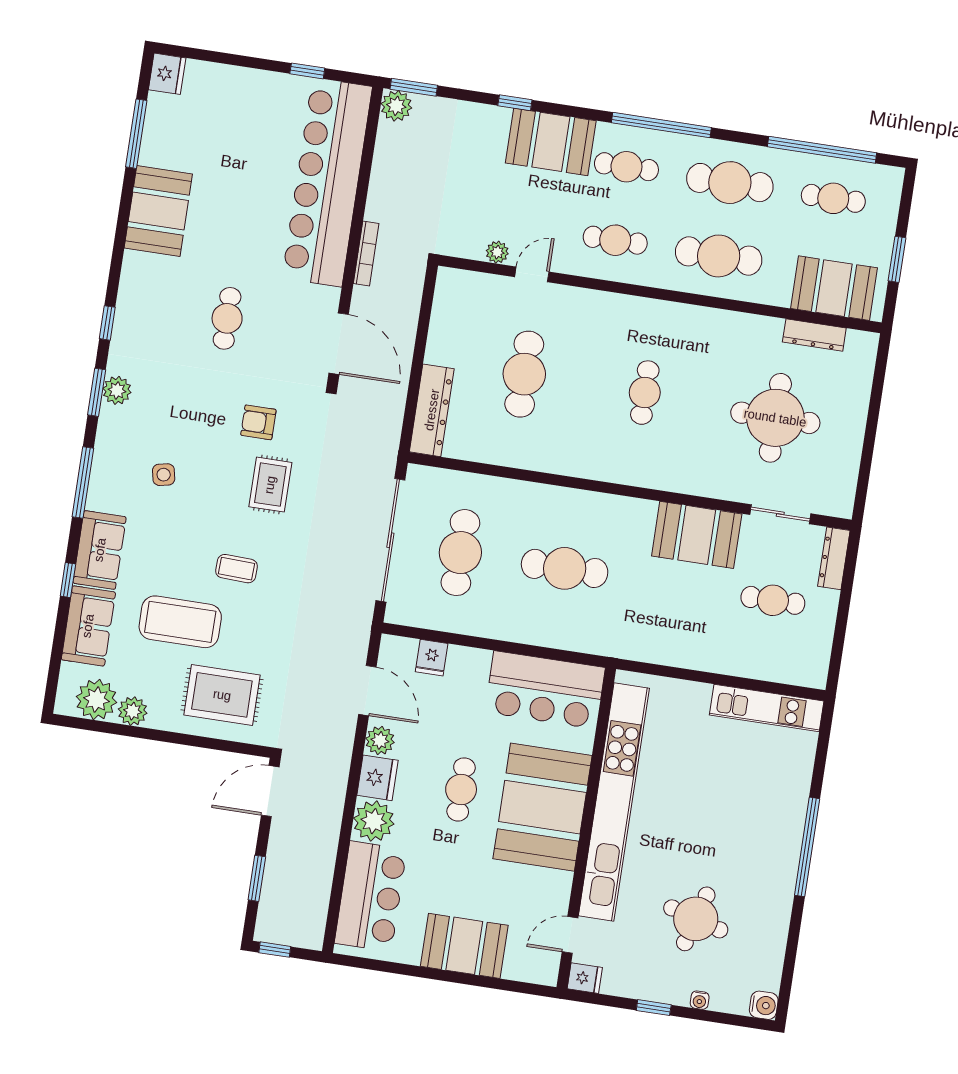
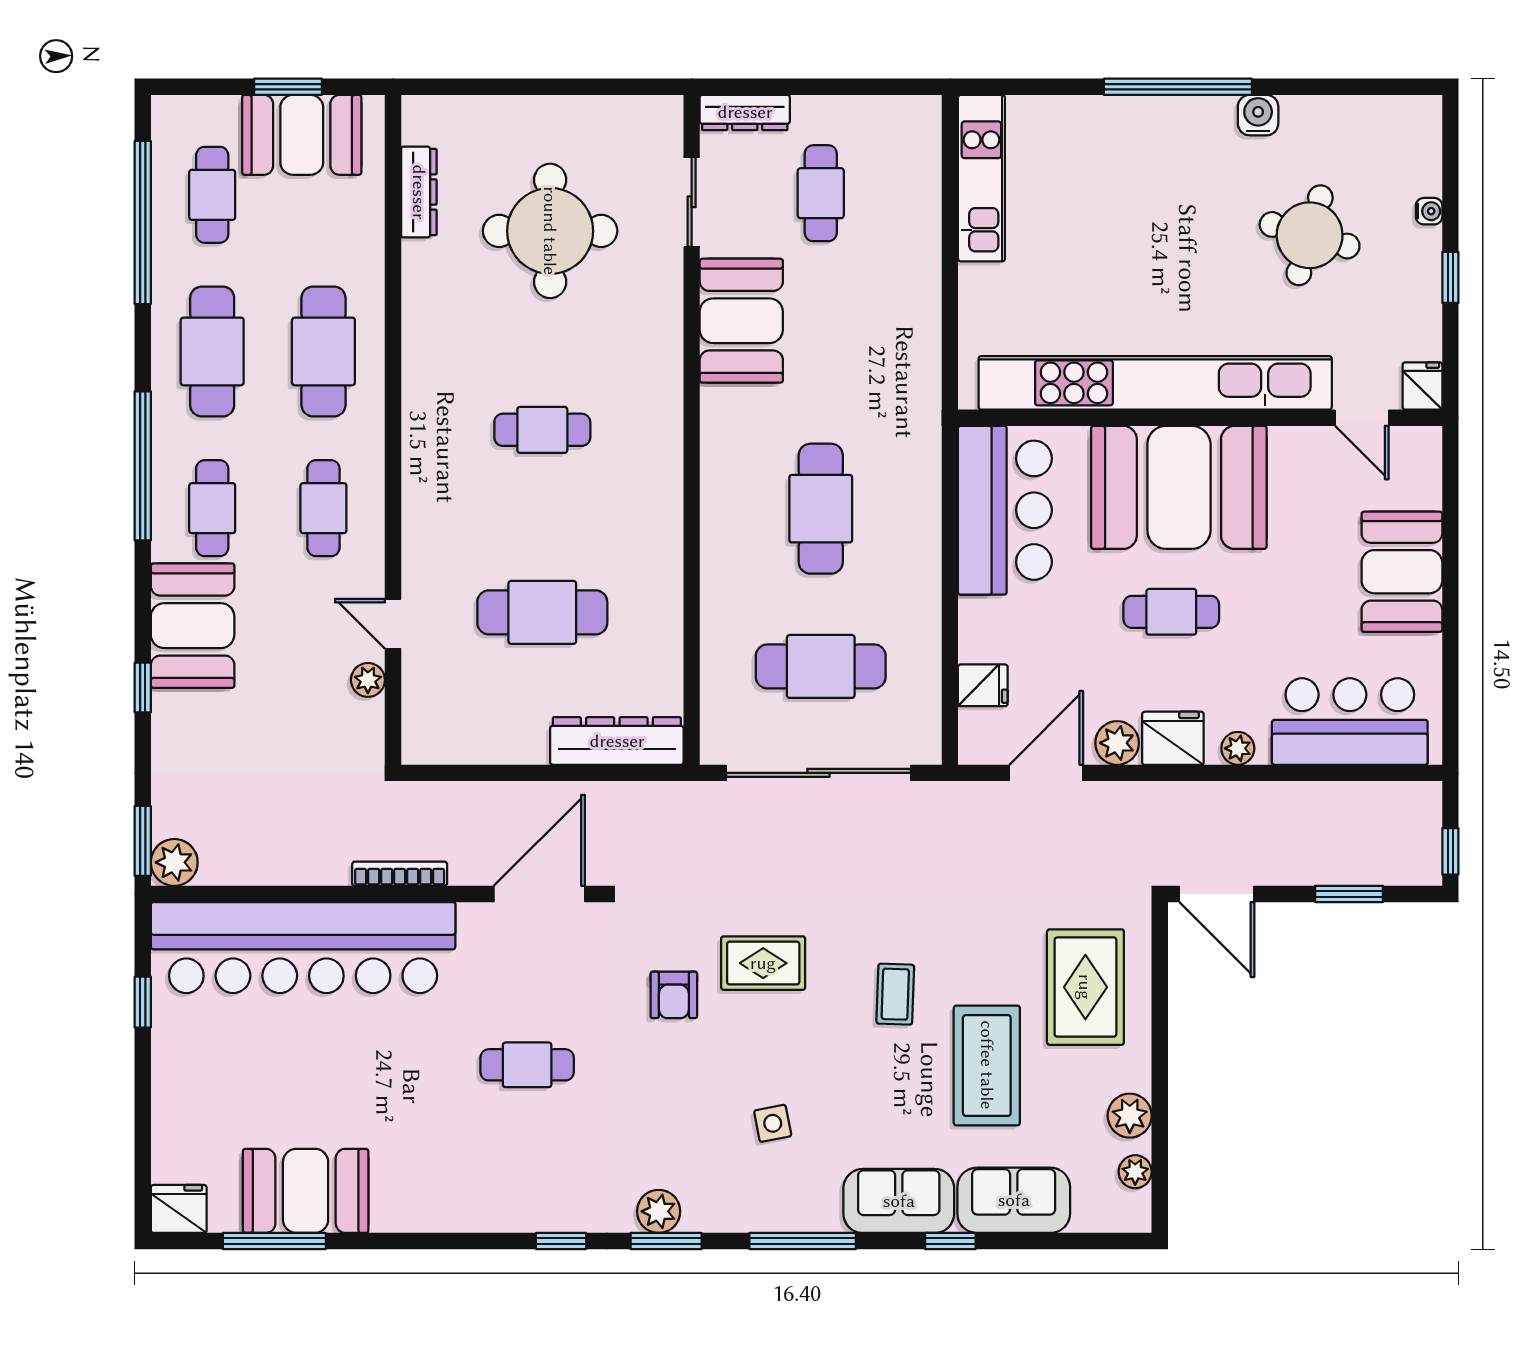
booth: (158, 211) -> (306, 1191), moved
booth: (834, 288) -> (302, 135), moved, turned 90
plant: (96, 700) -> (1135, 1172), width x0.53, depth x0.53
plant: (374, 821) -> (1238, 748), width x0.53, depth x0.53
water cooler: (764, 1005) -> (1258, 115), moved

